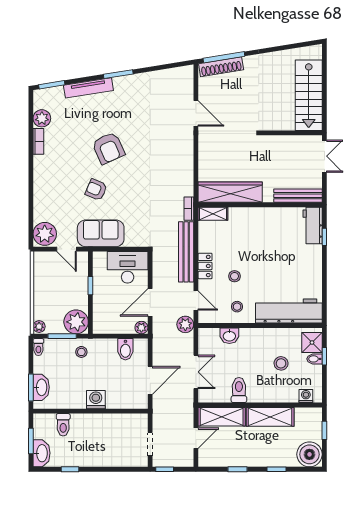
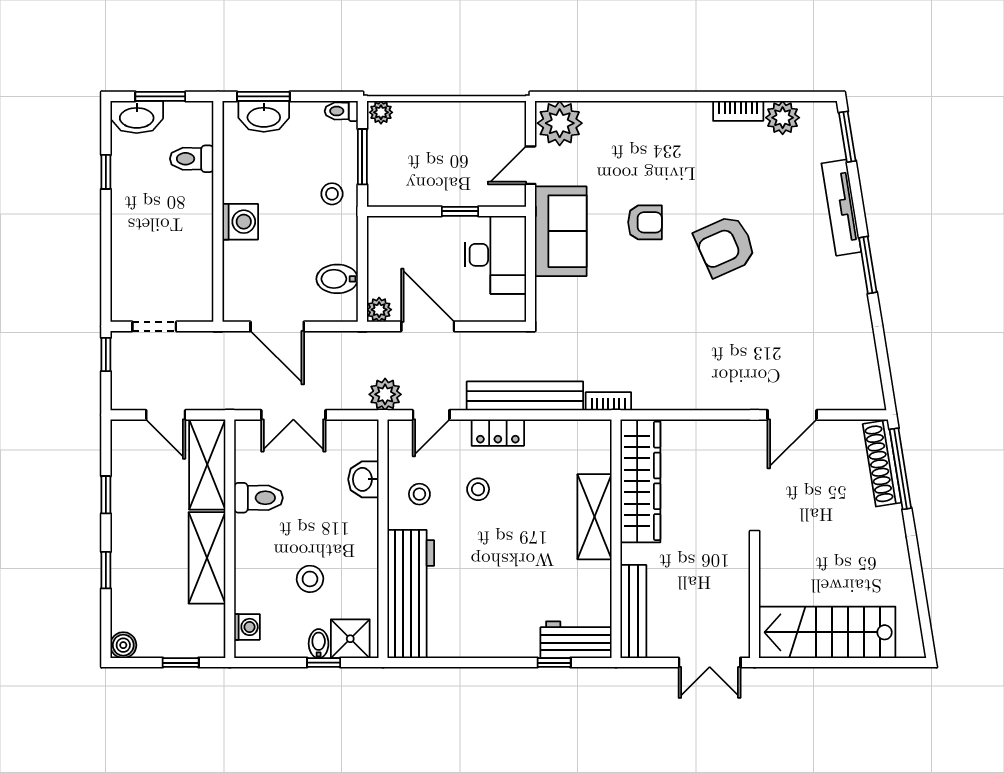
armchair: (96, 190) -> (645, 222), turned 67
shelving: (213, 214) -> (594, 517), moved, width x1.50, depth x1.33
desk: (128, 267) -> (495, 255), moved
plant: (76, 322) -> (390, 184), removed
boiler: (309, 454) -> (123, 645), width x0.54, depth x0.54

